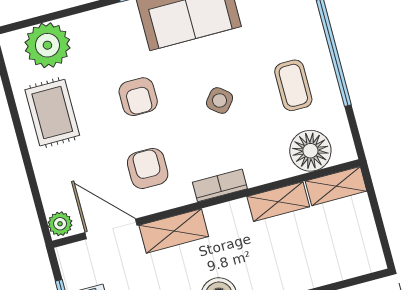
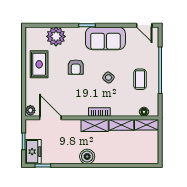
plant: (47, 45) -> (56, 36), moved
floor lamp: (310, 151) -> (144, 112), width x0.53, depth x0.53
armchair: (148, 168) -> (72, 97), removed
shelving: (174, 231) -> (95, 126), moved

